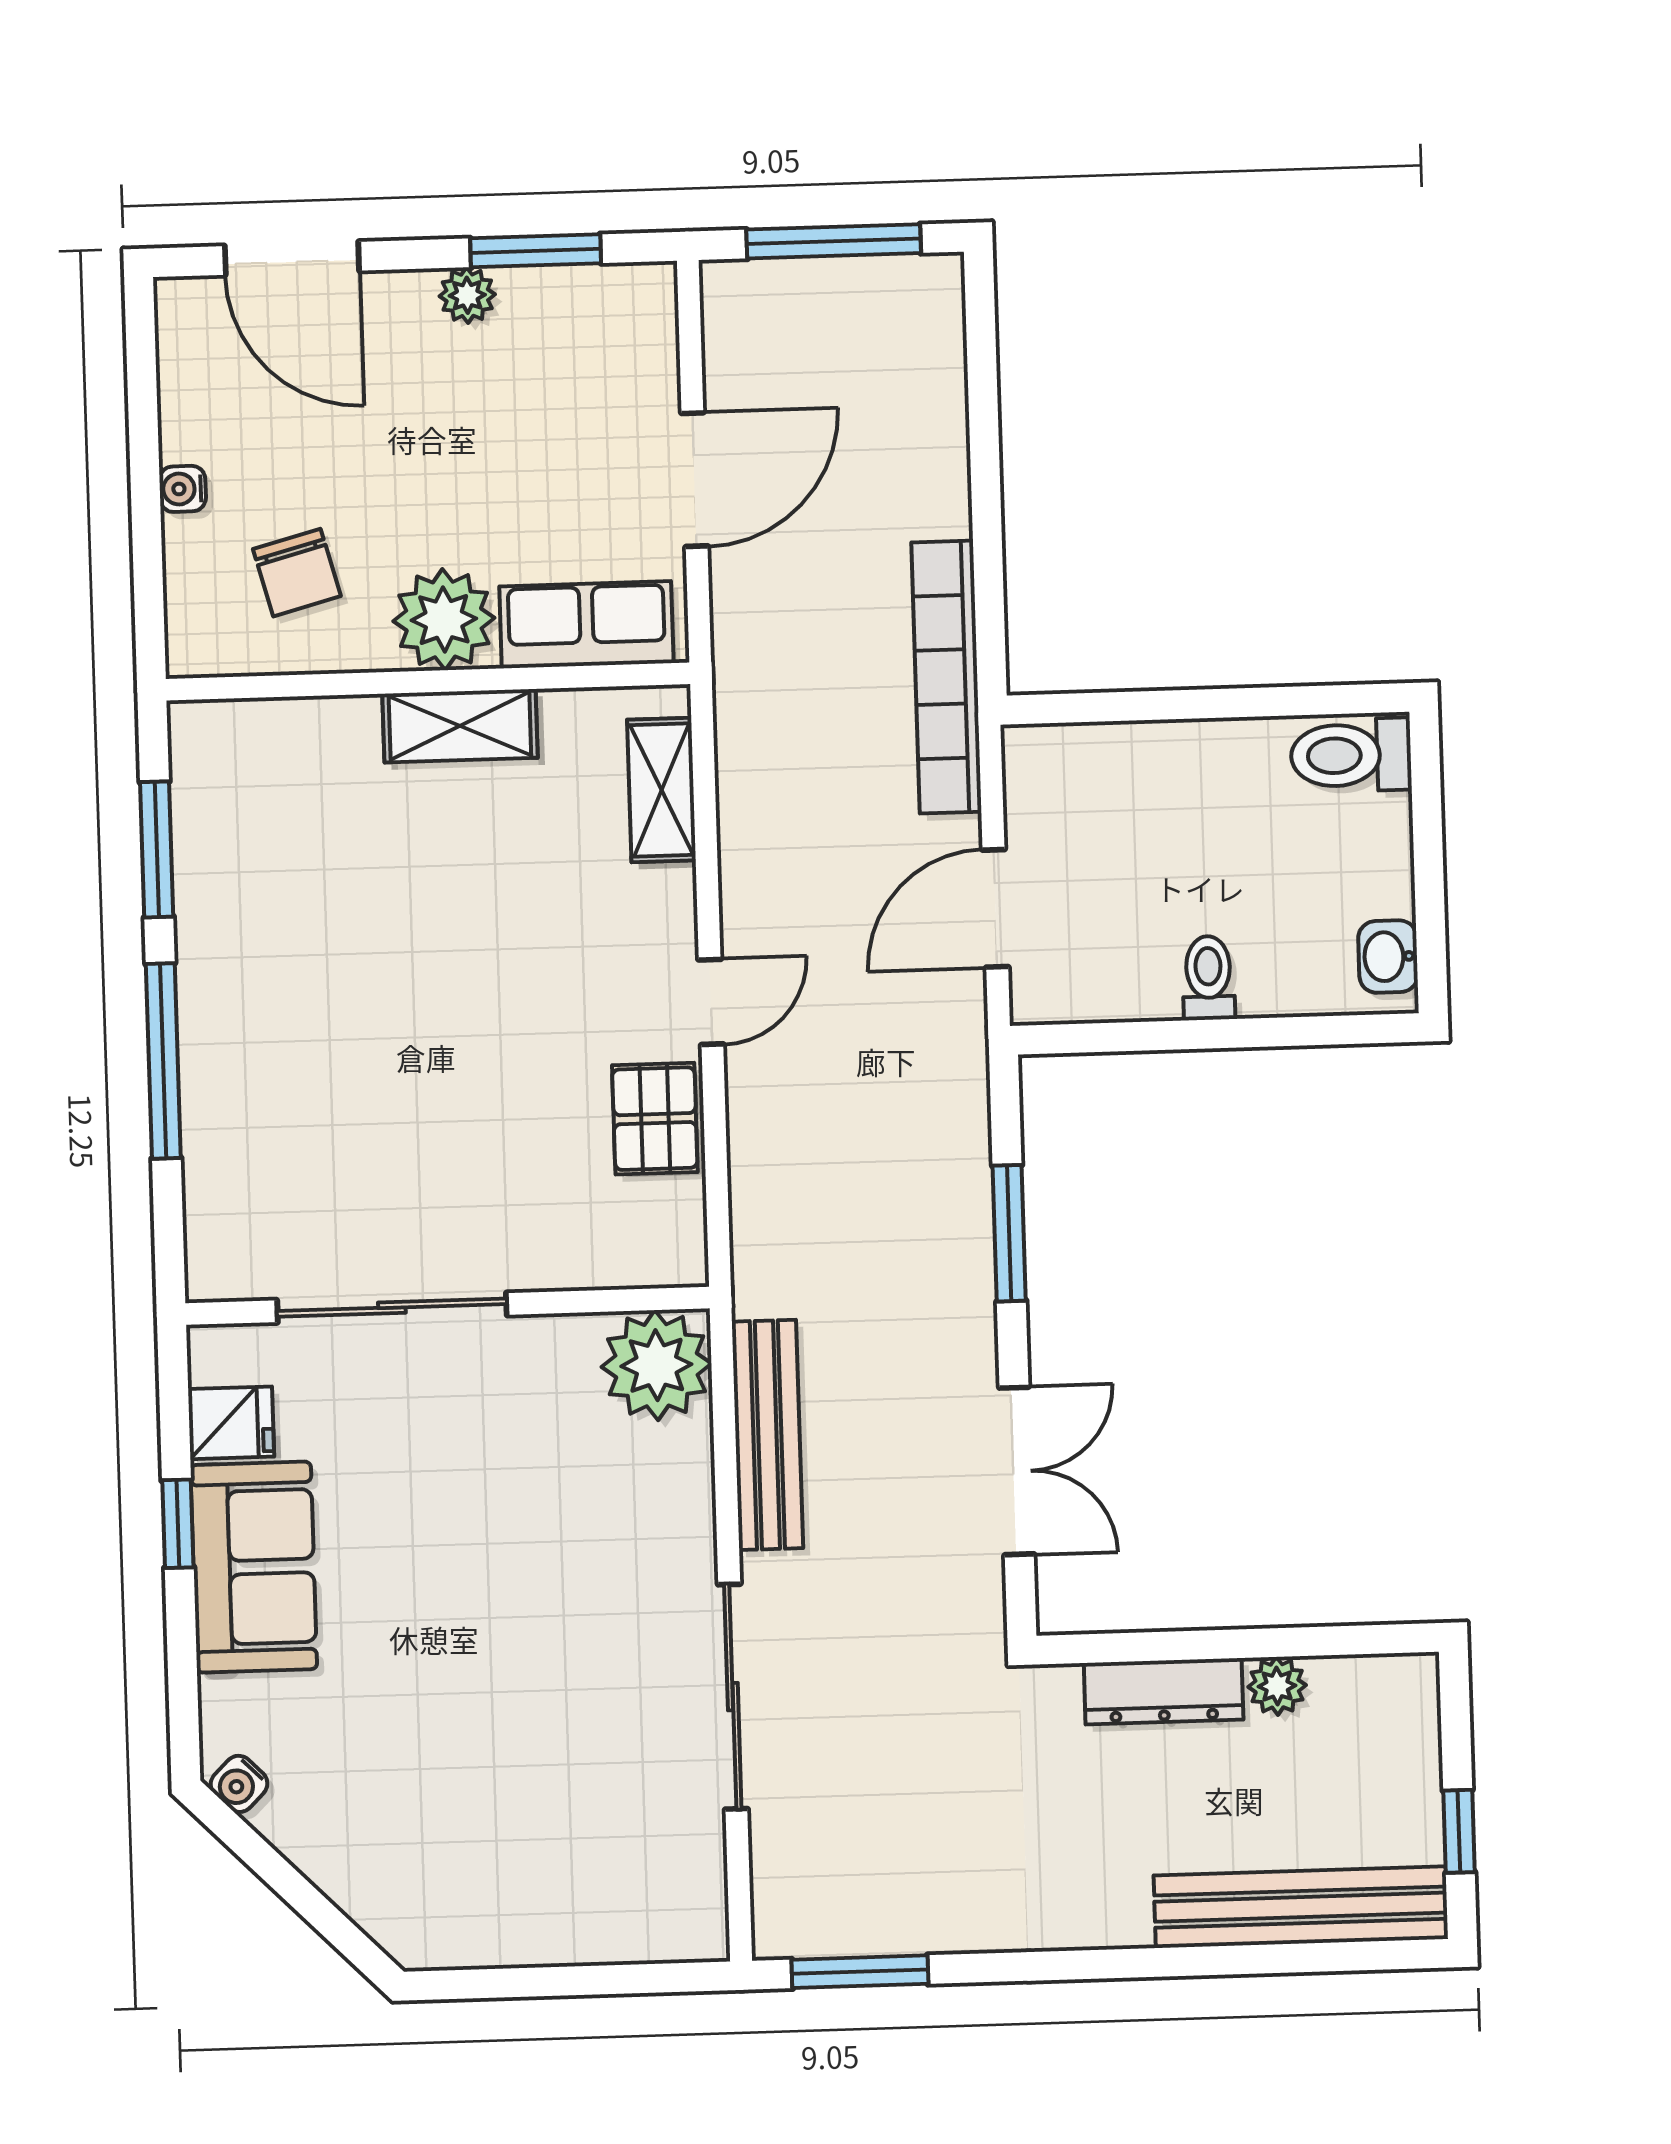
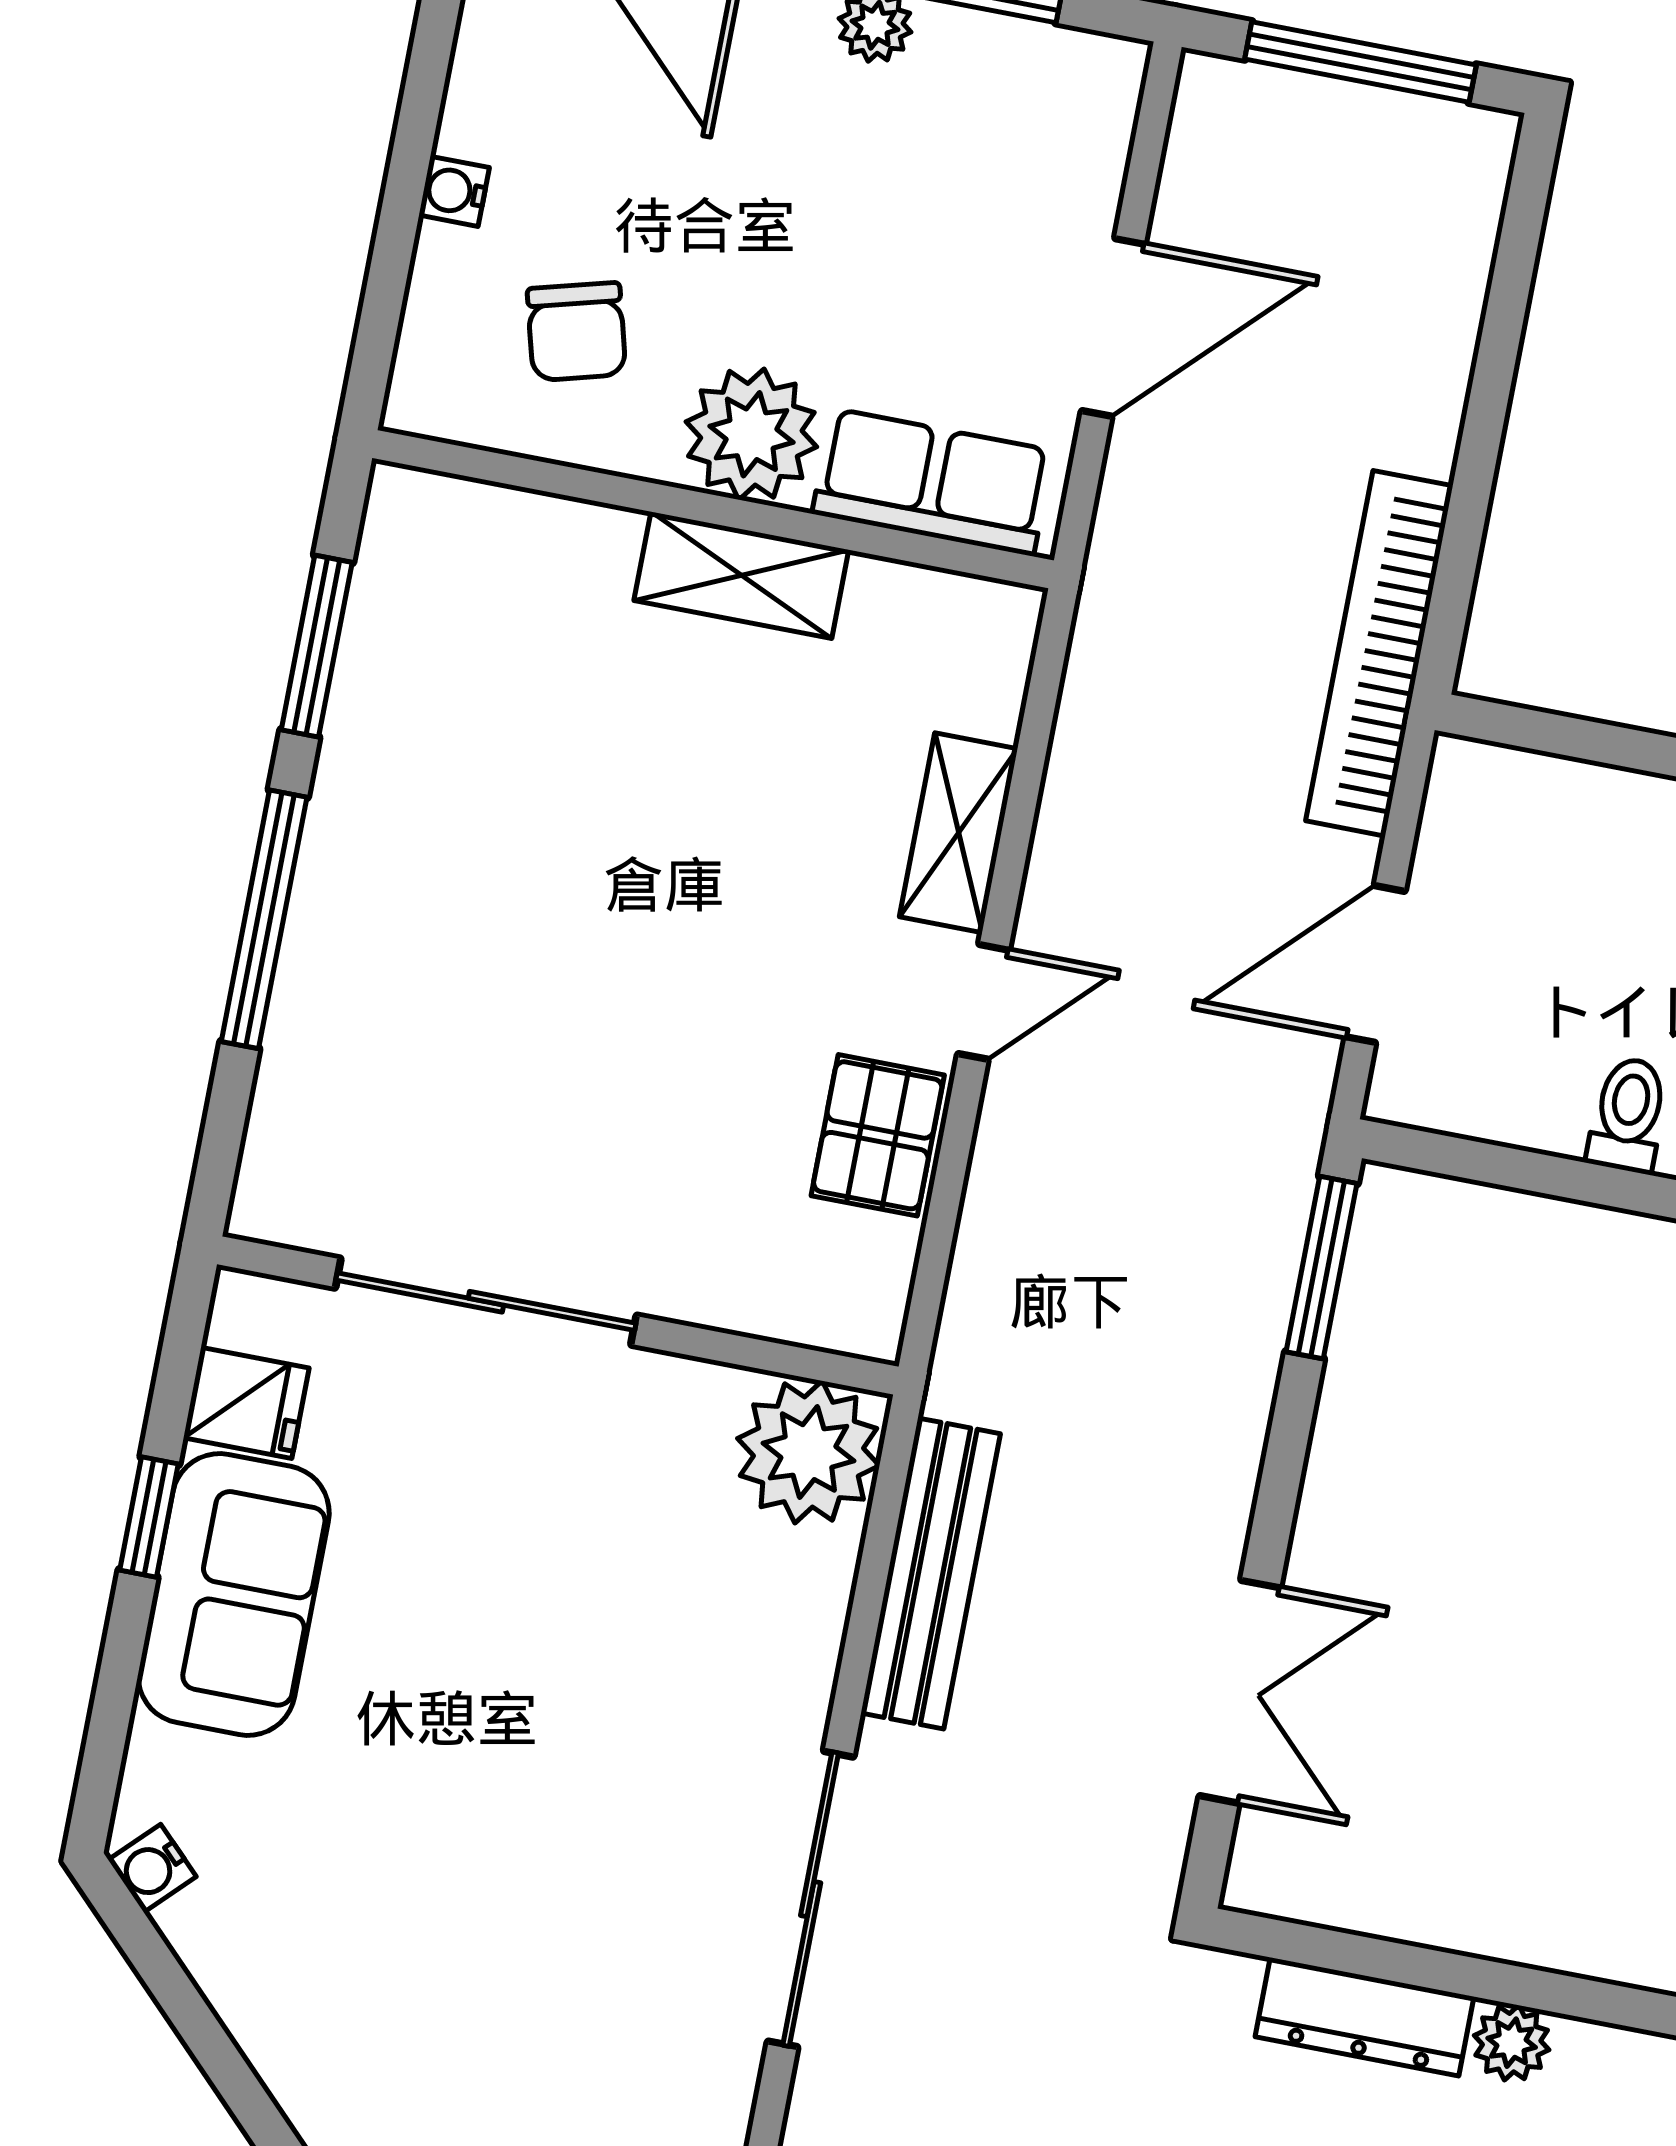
shelving: (661, 790) -> (959, 833), moved
window: (1009, 1233) -> (1321, 1268), moved

